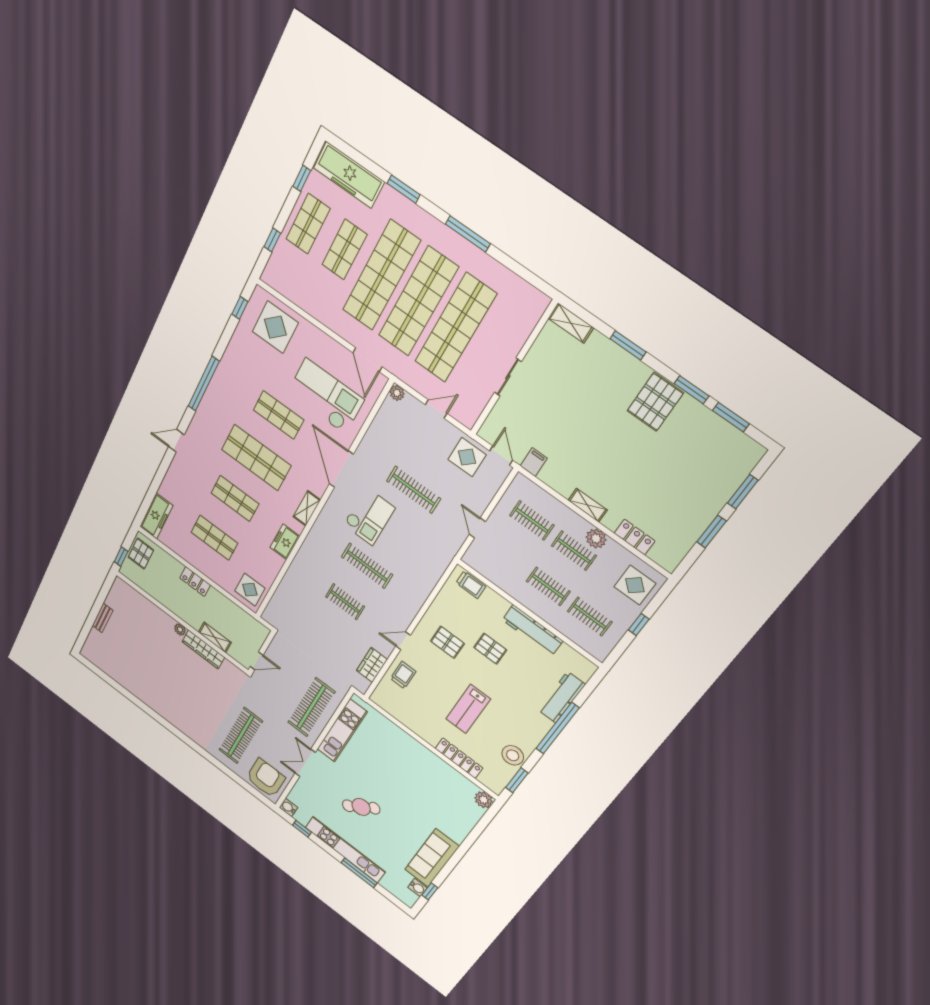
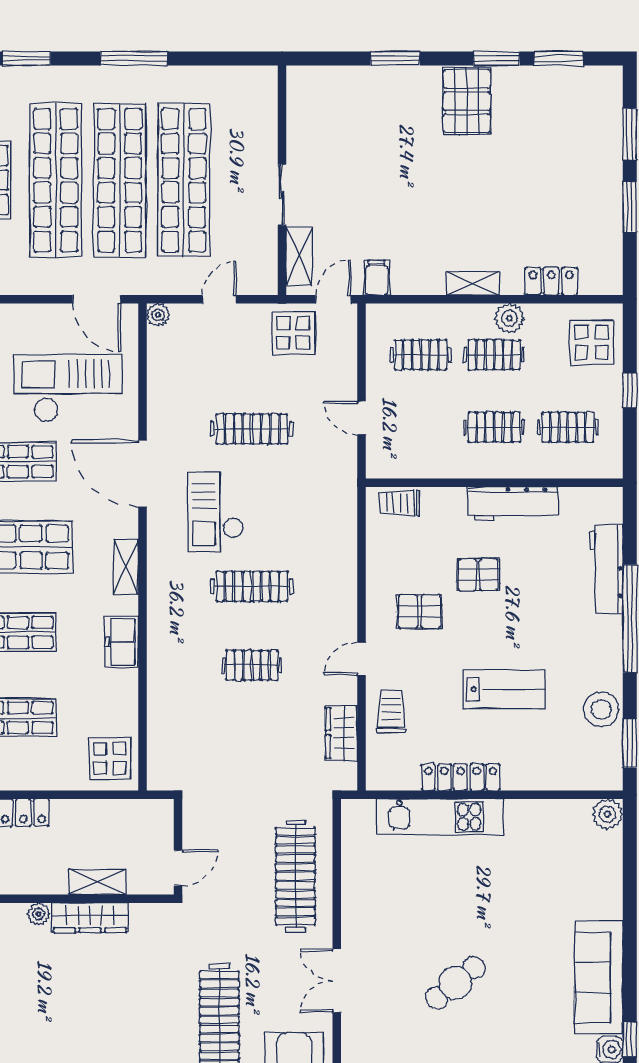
shelving: (571, 323) -> (299, 256), moved, turned 90
door: (501, 456) -> (333, 299), hinge flipped
checkout: (369, 516) -> (215, 512), turned 180
trolley: (471, 585) -> (400, 503), turned 180
lab bench: (468, 709) -> (504, 689), turned -90
kitchen unit: (342, 731) -> (440, 817), moved, turned 90
locker: (459, 758) -> (461, 777), moved

